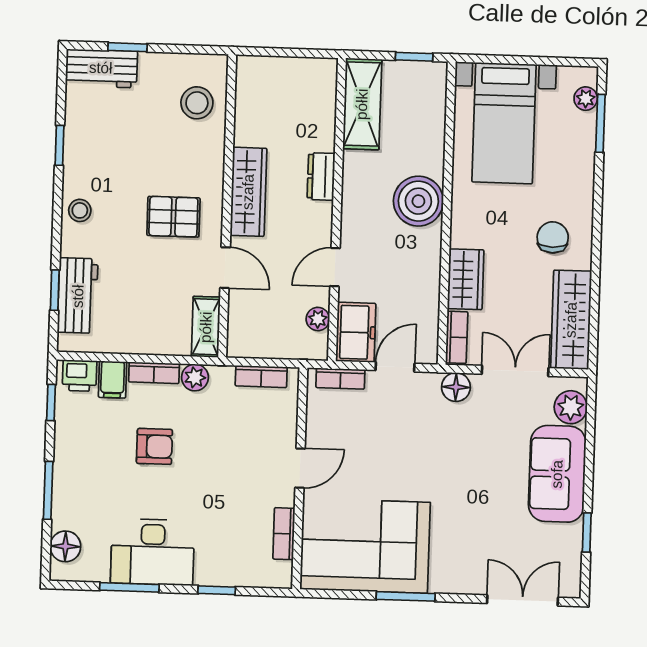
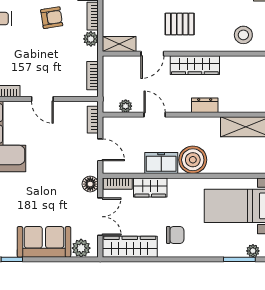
pallet: (173, 217) -> (180, 24), turned 90
freezer: (356, 332) -> (161, 163), moved, turned 180
armchair: (154, 446) -> (52, 18), turned -99

